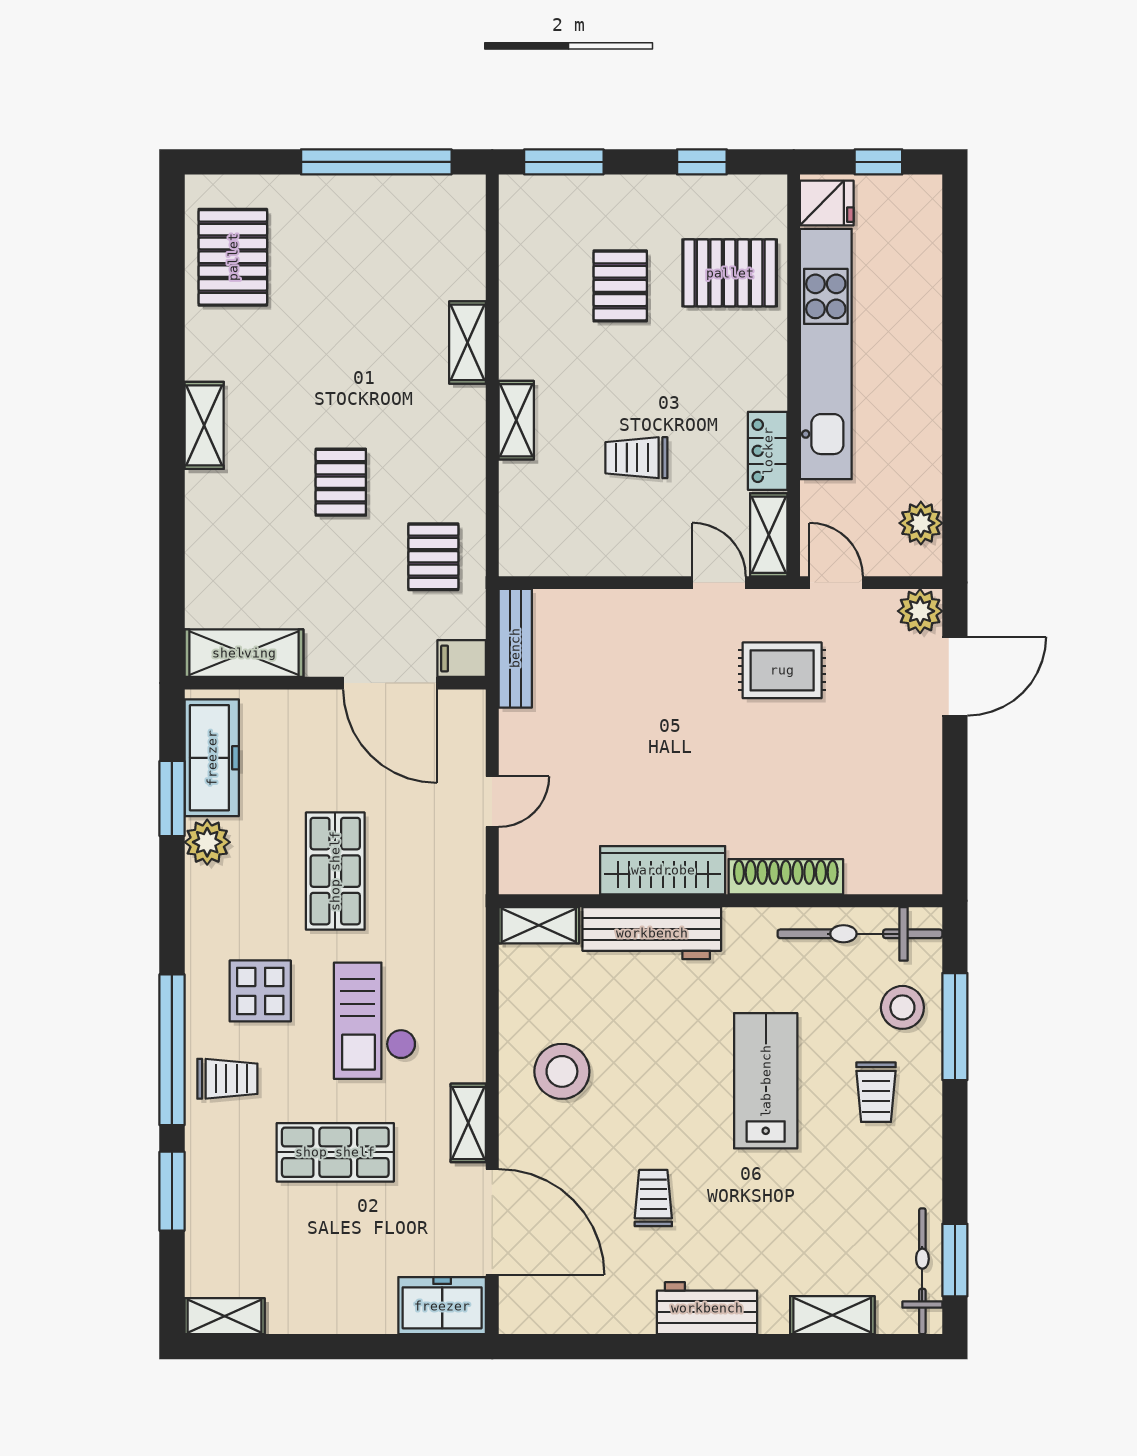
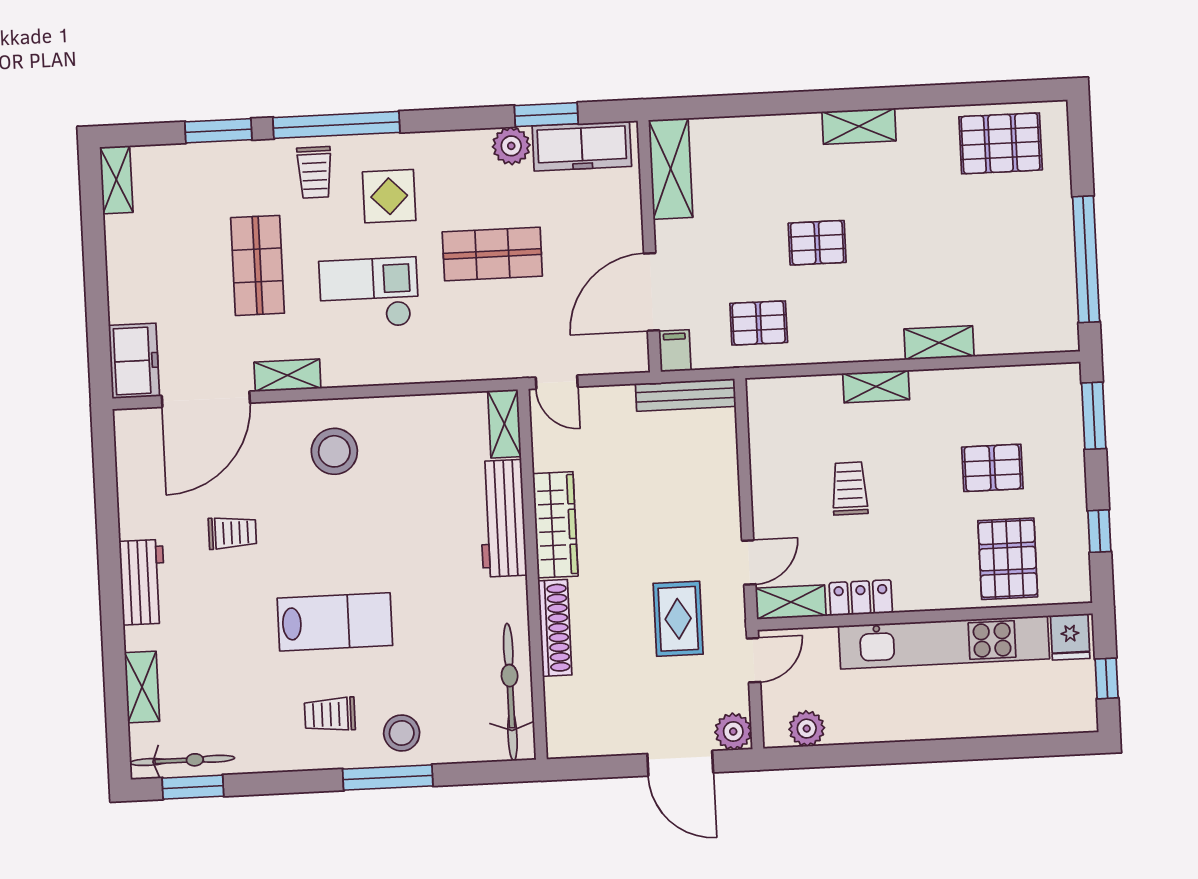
wardrobe: (663, 870) -> (555, 525), moved
shoe rack: (786, 877) -> (555, 628), moved
wall: (720, 901) -> (532, 574), moved
shelving: (539, 925) -> (504, 424), moved
workbench: (652, 933) -> (502, 518), moved
bicycle: (860, 934) -> (510, 692), moved

